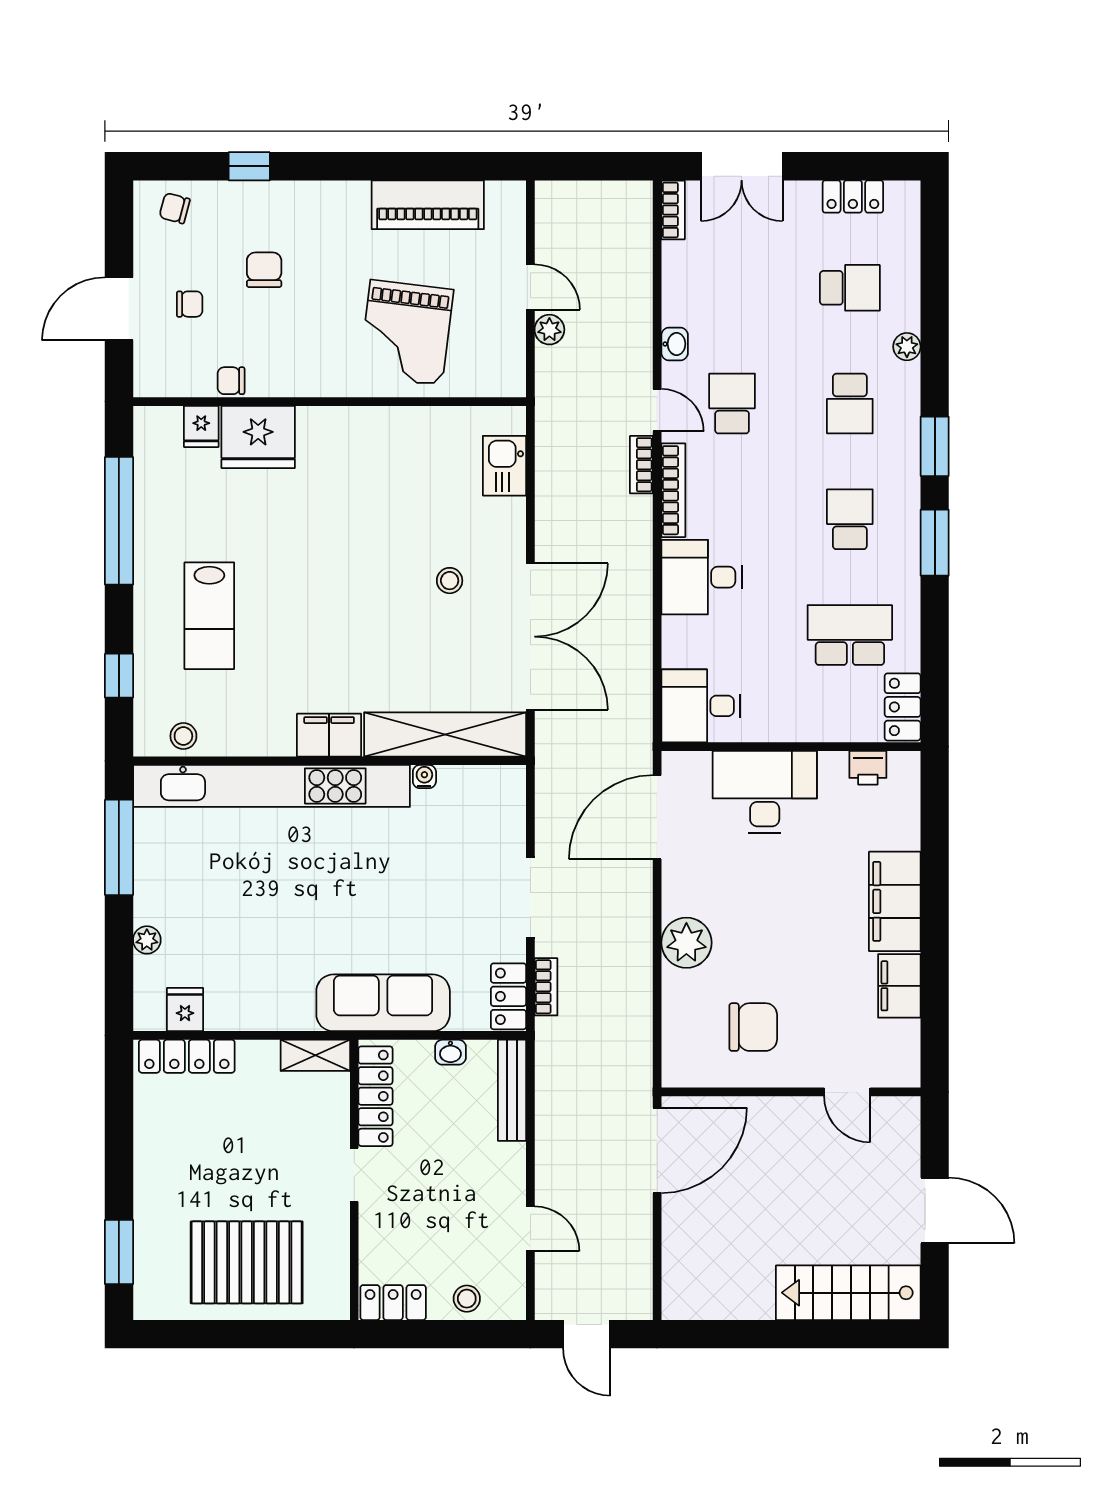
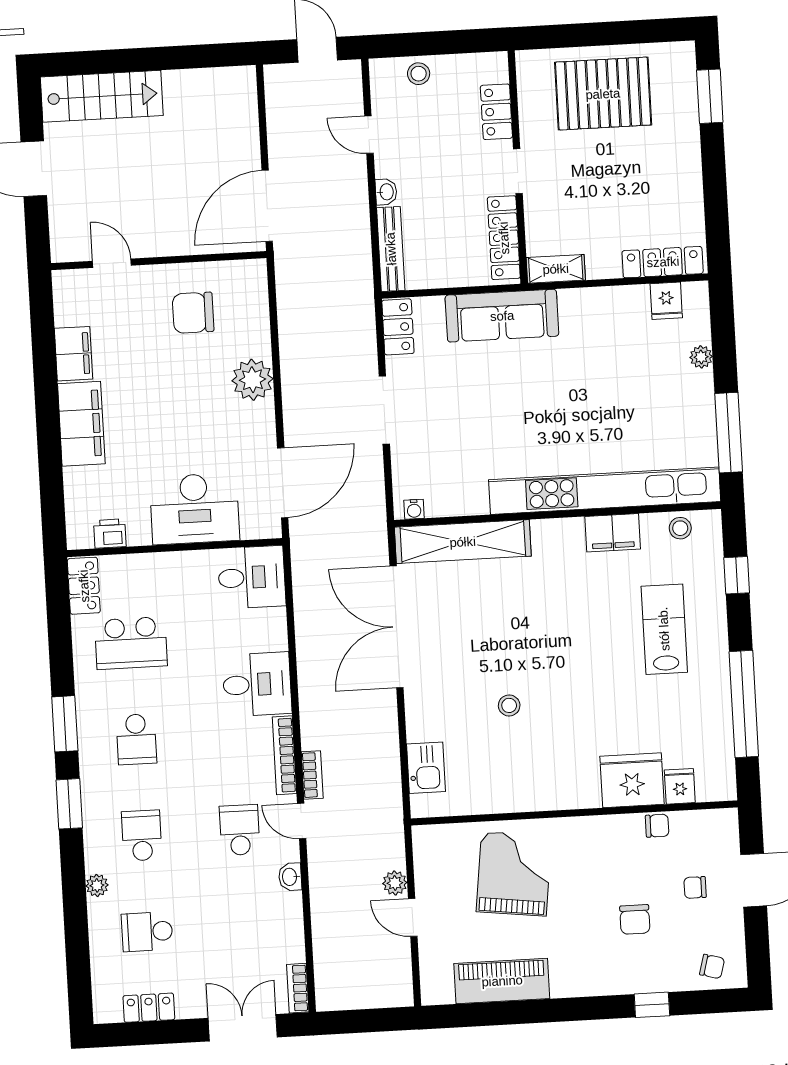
school desk: (732, 404) -> (240, 830), turned 180
stool: (450, 581) -> (509, 705), moved
filing cabinet: (329, 735) -> (613, 533), moved
water cooler: (424, 777) -> (414, 509), moved
bookcase: (546, 987) -> (367, 337), removed
washbasin: (450, 1052) -> (386, 192), moved, turned 90
locker: (393, 1303) -> (496, 112), moved, turned 90

